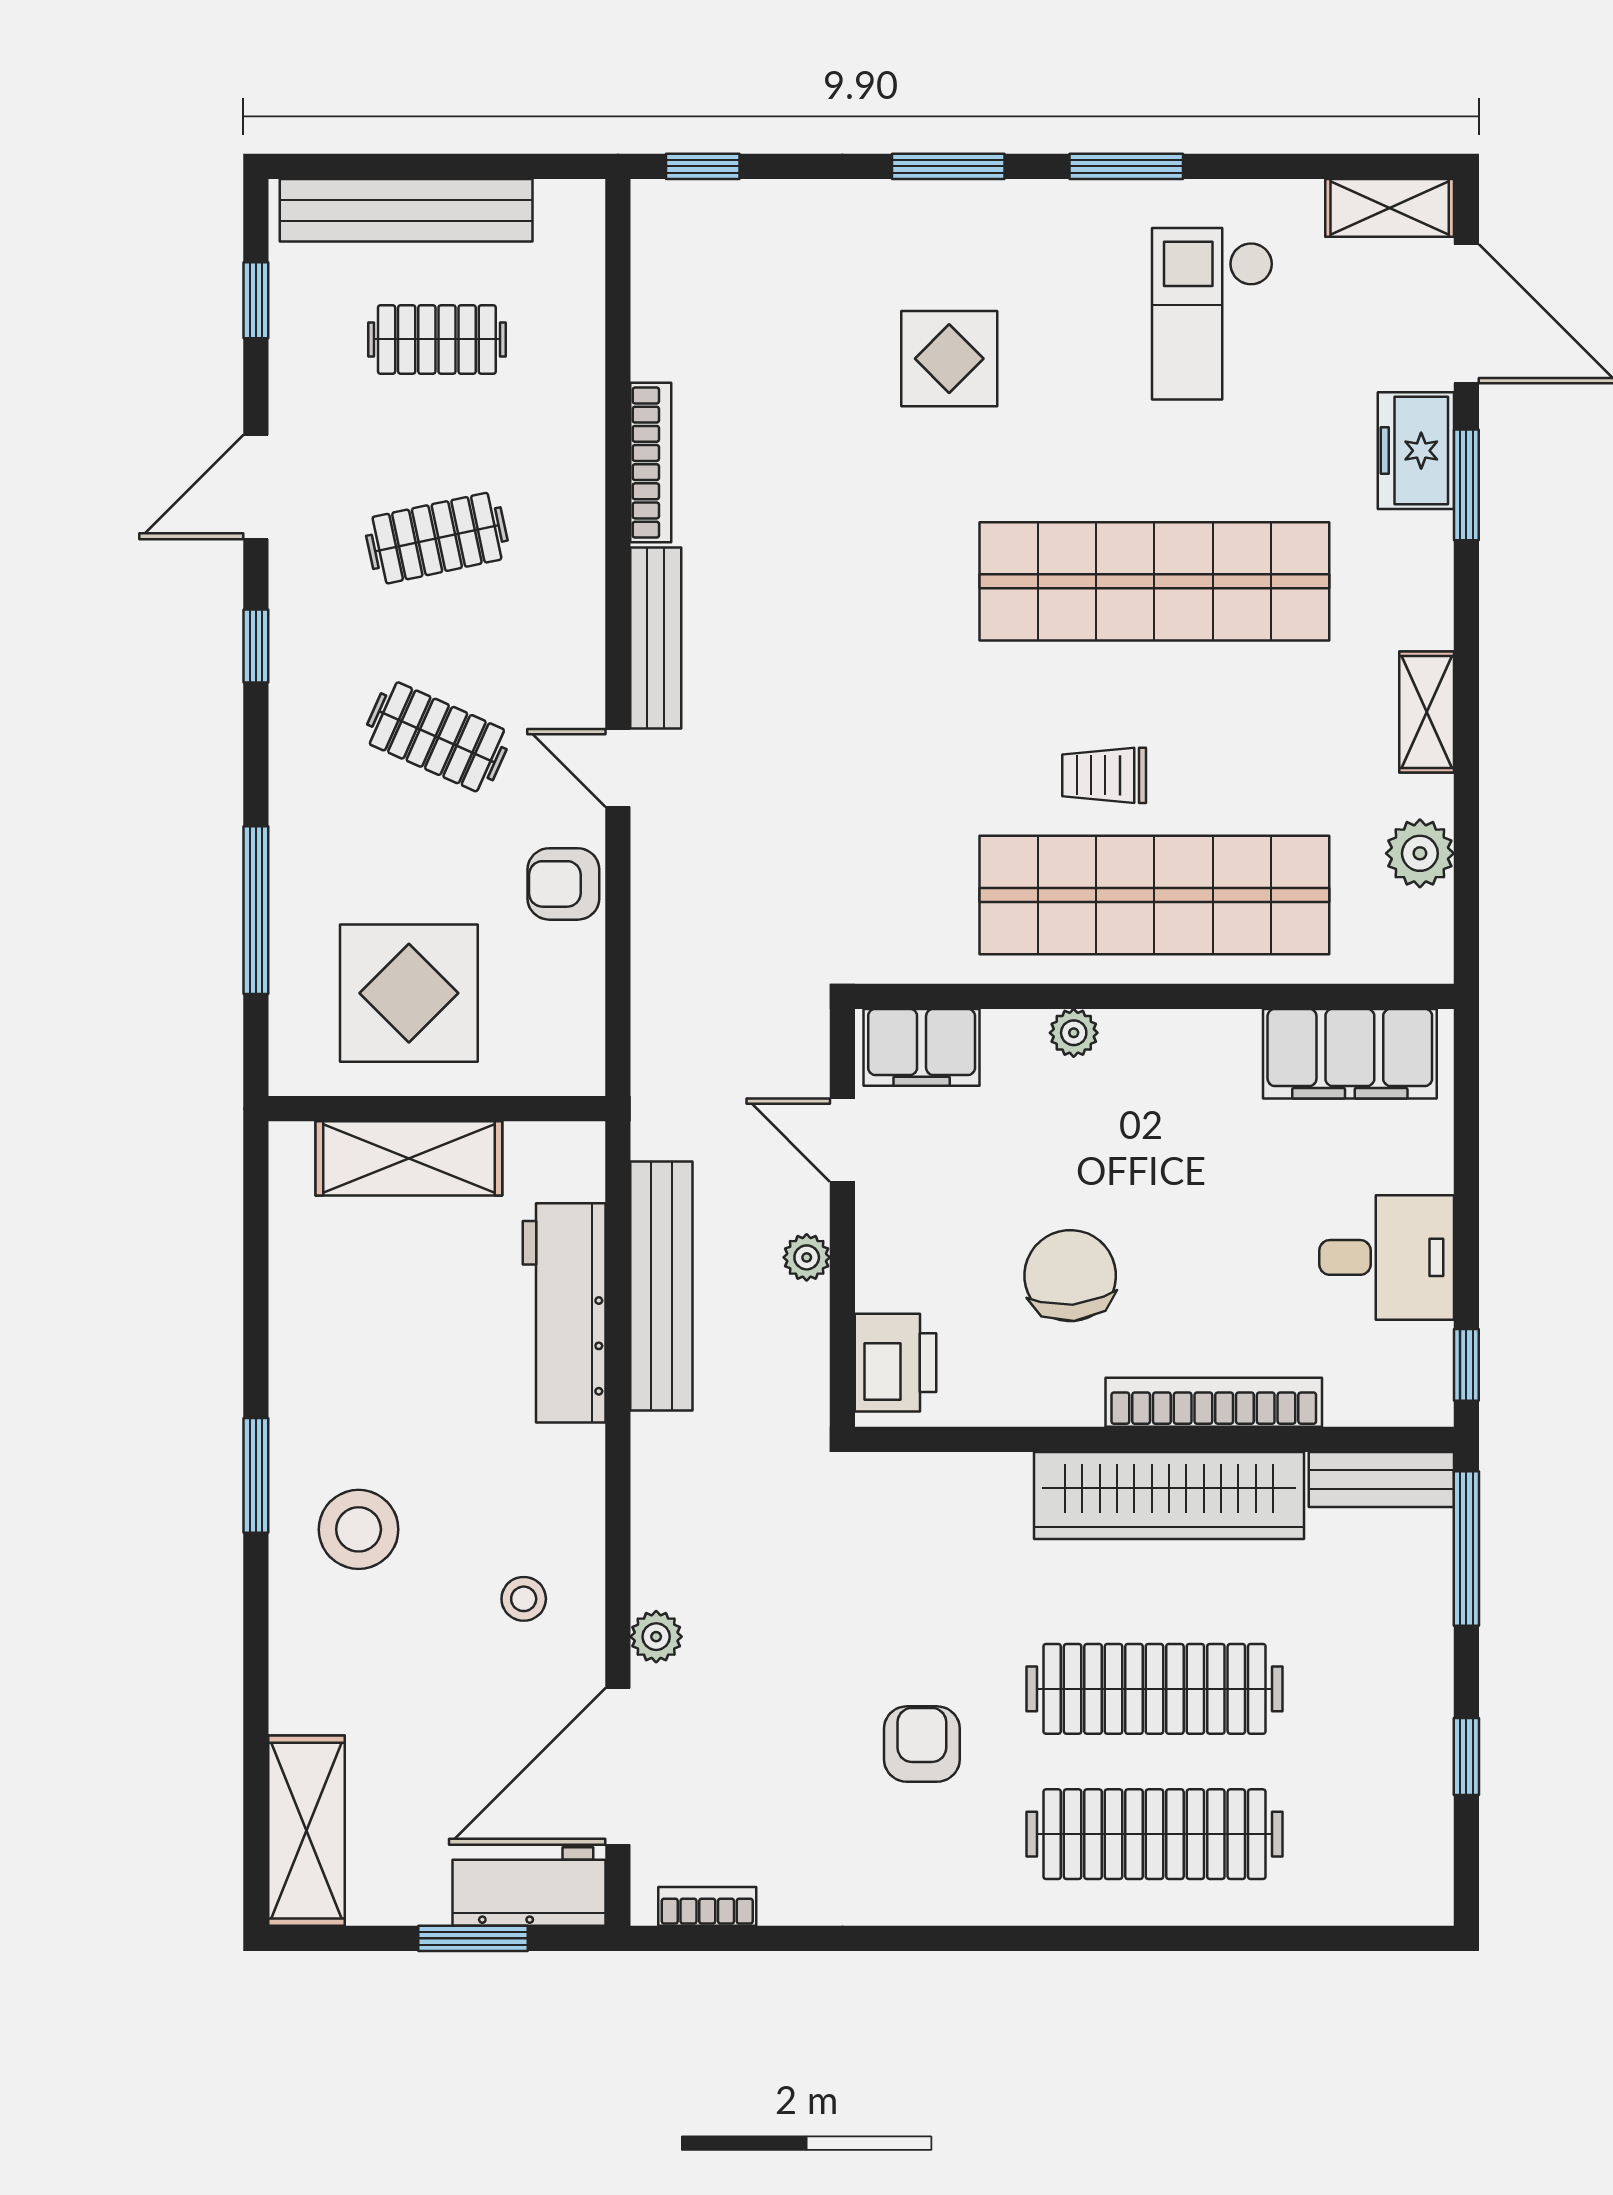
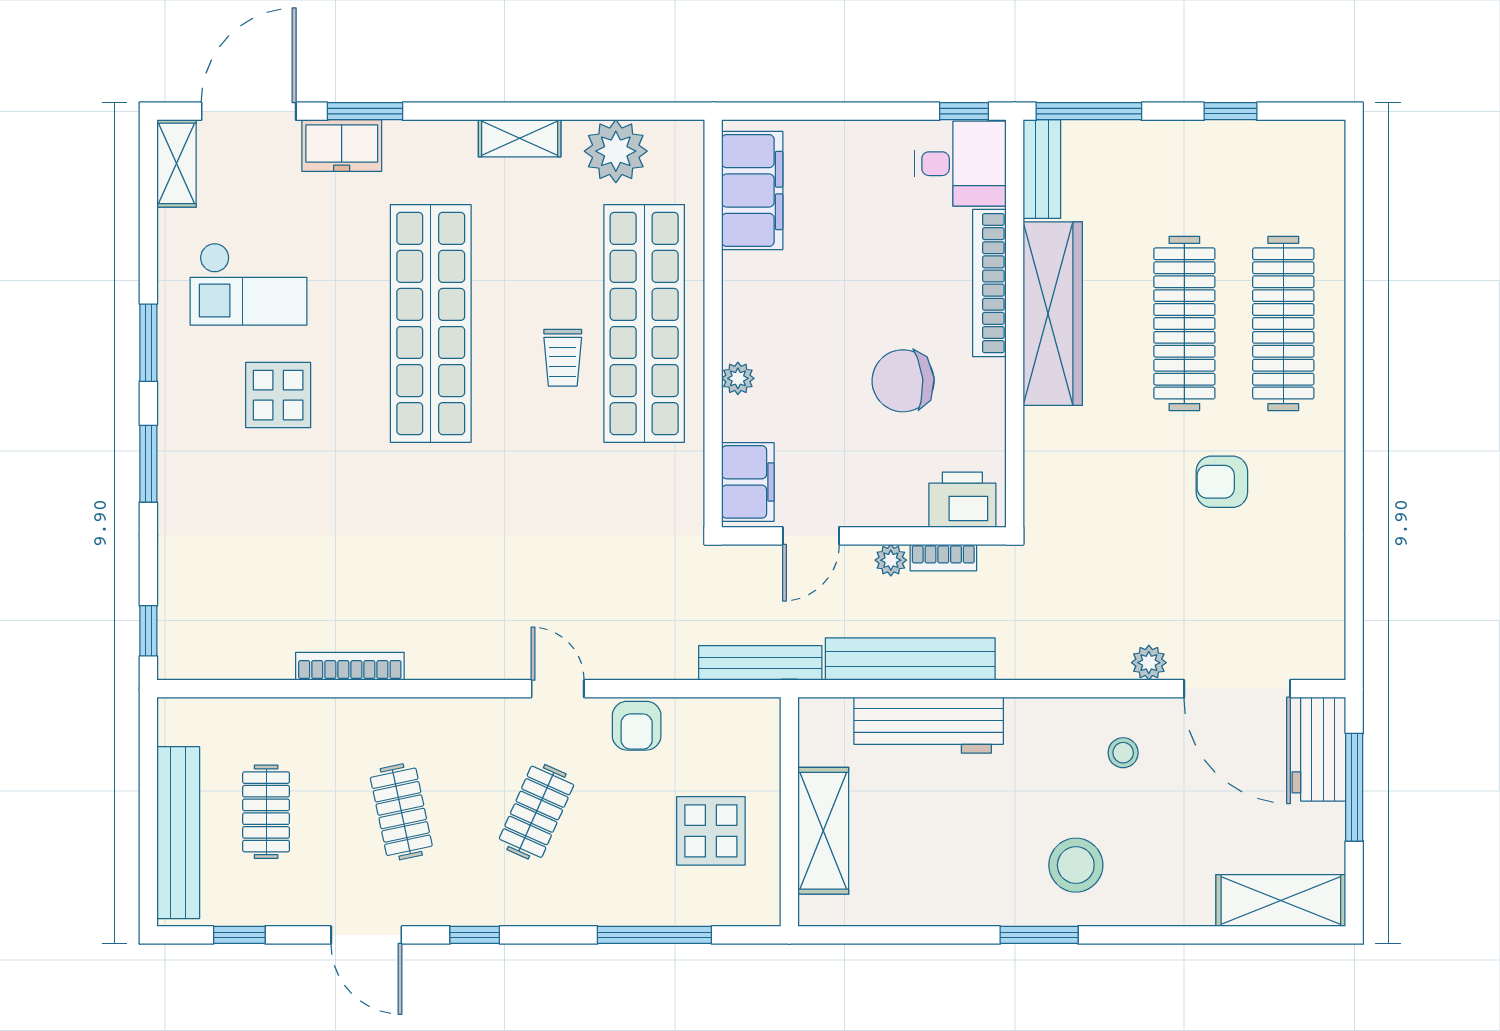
display table: (949, 359) -> (278, 395), moved
bench: (656, 638) -> (760, 663), moved
door: (618, 768) -> (558, 689), swing flipped
plant: (1420, 853) -> (616, 151), width x1.36, depth x1.36
display table: (409, 993) -> (711, 831), width x0.73, depth x0.73
desk: (1387, 1257) -> (960, 164), moved, turned 90
bookcase: (707, 1906) -> (943, 558), moved, turned -90
window: (473, 1938) -> (1354, 787), width x1.44

